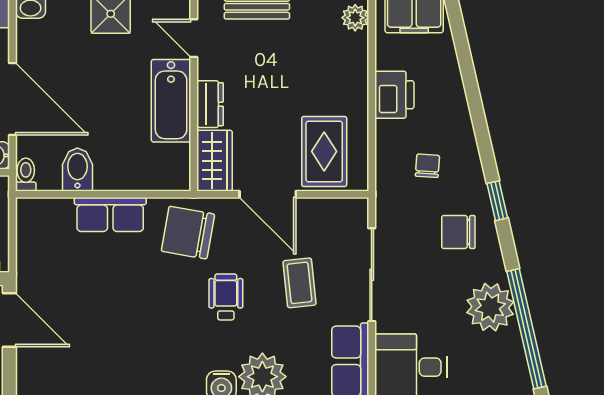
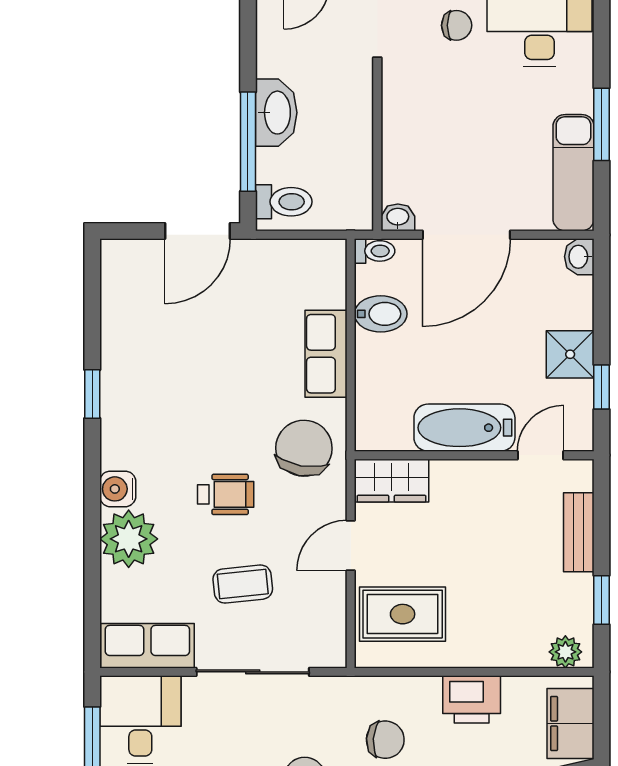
dresser: (210, 104) -> (460, 475), removed
chair: (427, 166) -> (385, 740), width x1.37, depth x1.37
door: (268, 194) -> (351, 545), width x0.73

